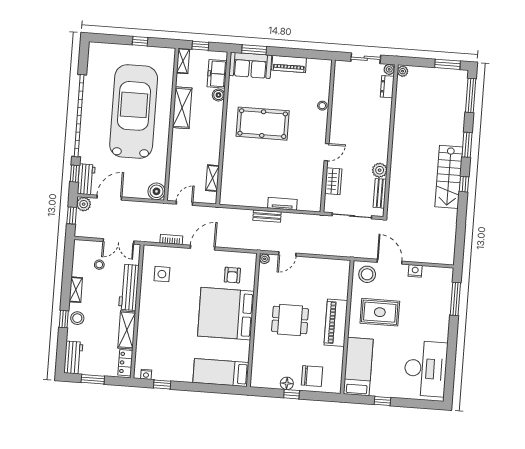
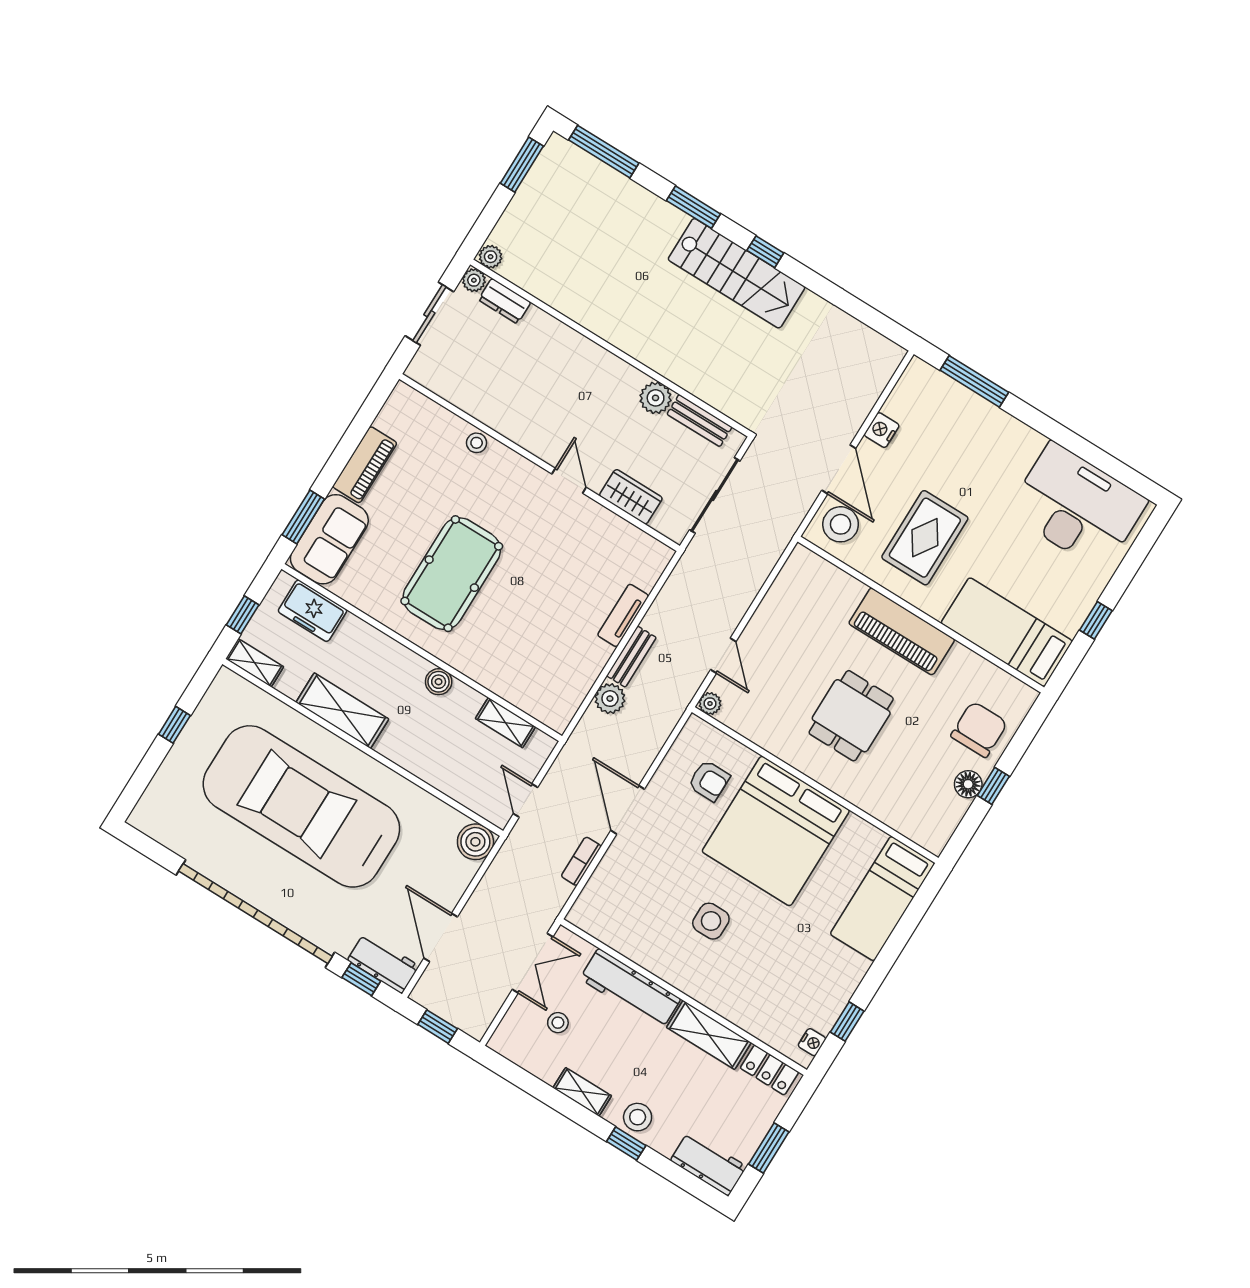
boiler: (218, 95) -> (439, 682), moved
plant: (84, 204) -> (610, 699), moved
door: (390, 262) -> (839, 469), swing flipped
side table: (162, 274) -> (711, 921), moved

